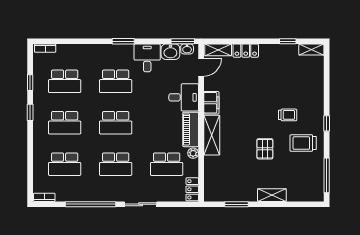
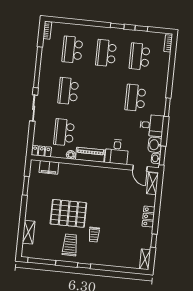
locker: (246, 51) -> (149, 217), moved
filing cabinet: (211, 103) -> (49, 167), moved
school desk: (116, 123) -> (102, 94), removed
shelving: (212, 135) -> (84, 171), removed
pallet: (265, 149) -> (68, 213), width x2.05, depth x2.00
shelving: (272, 195) -> (29, 232), moved

